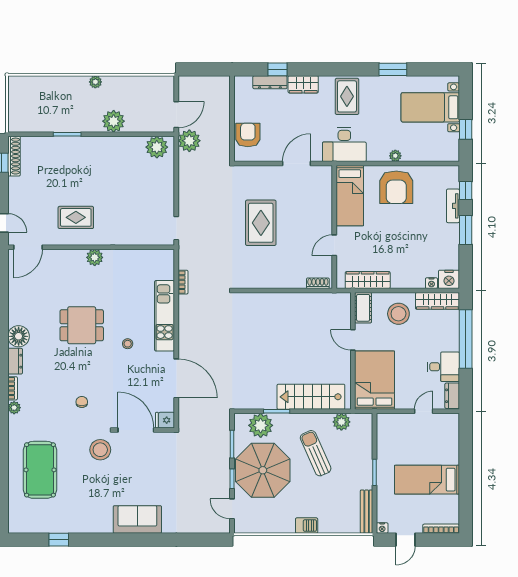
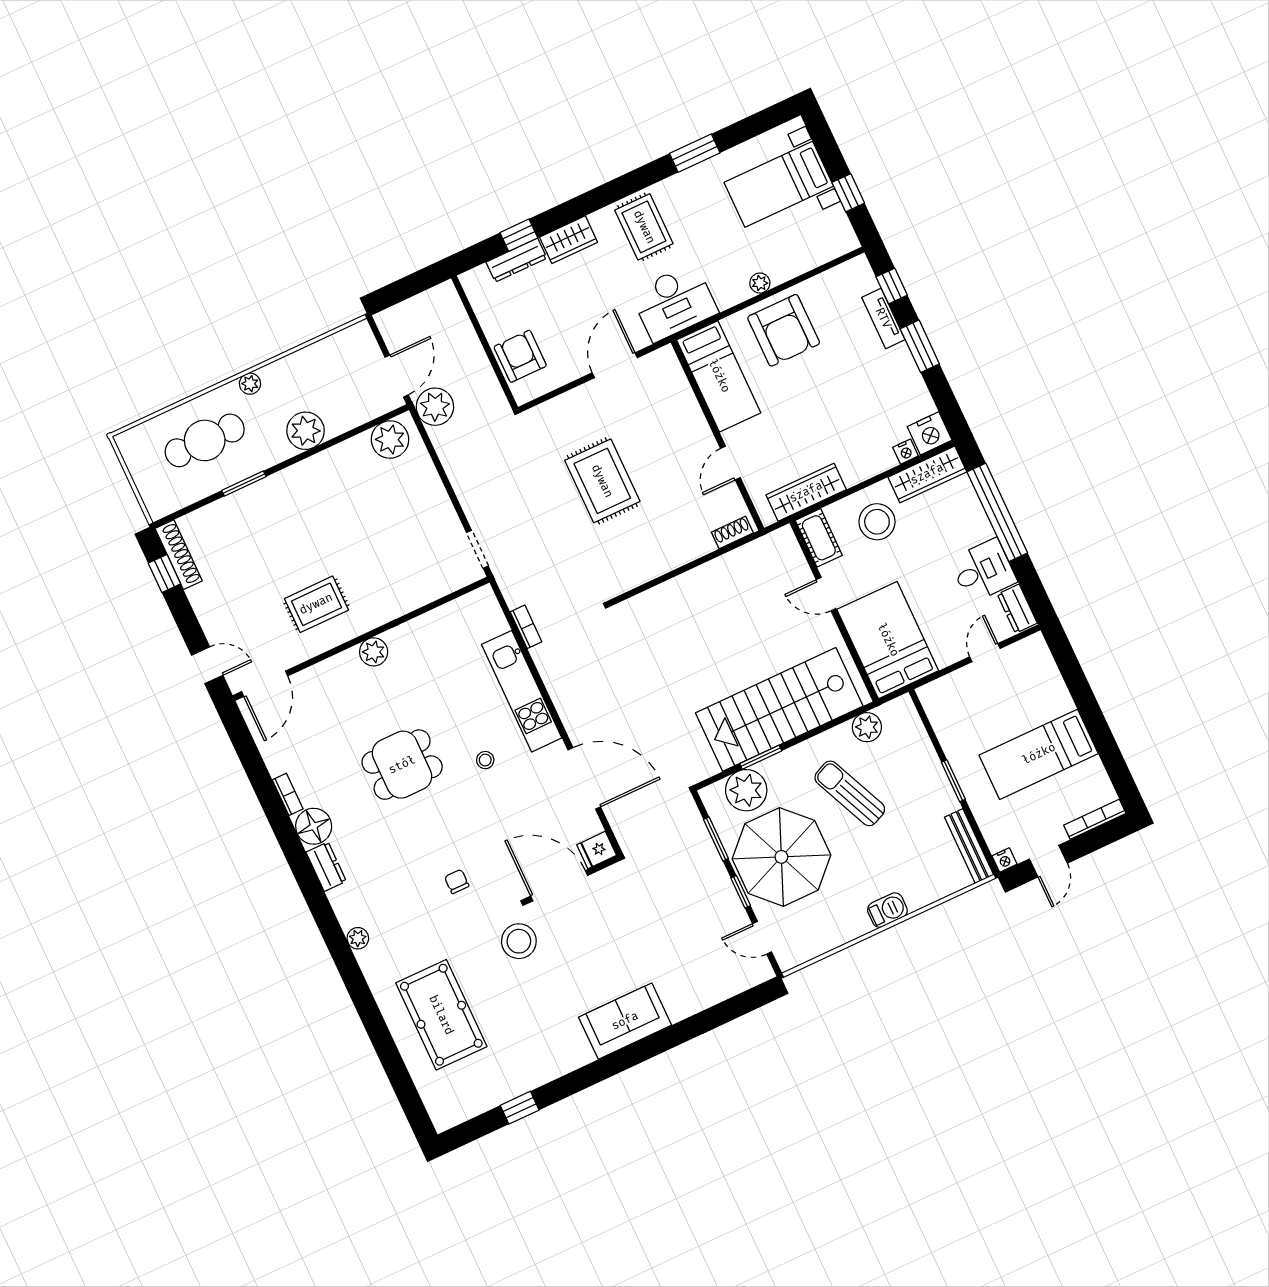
cafe table: (57, 101) -> (205, 440), added
bookcase: (13, 388) -> (288, 794), moved
stairs: (311, 397) -> (779, 709), width x1.36, depth x1.51

